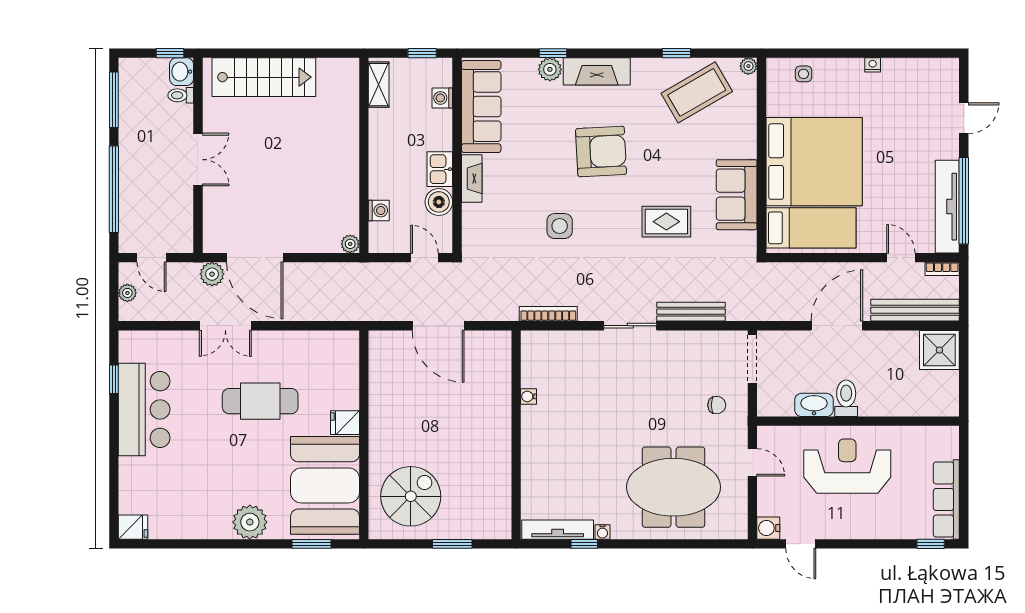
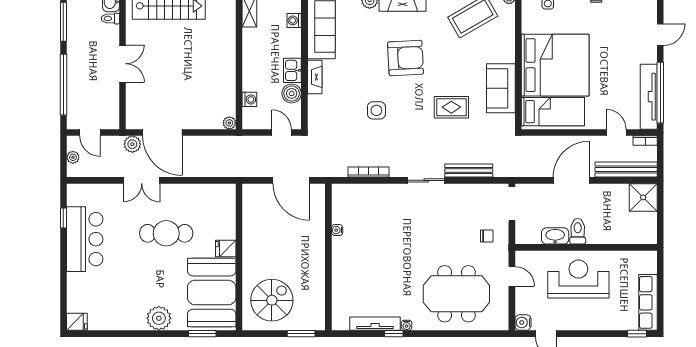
water cooler: (529, 396) -> (337, 230), moved
wall: (516, 435) -> (328, 257), moved

